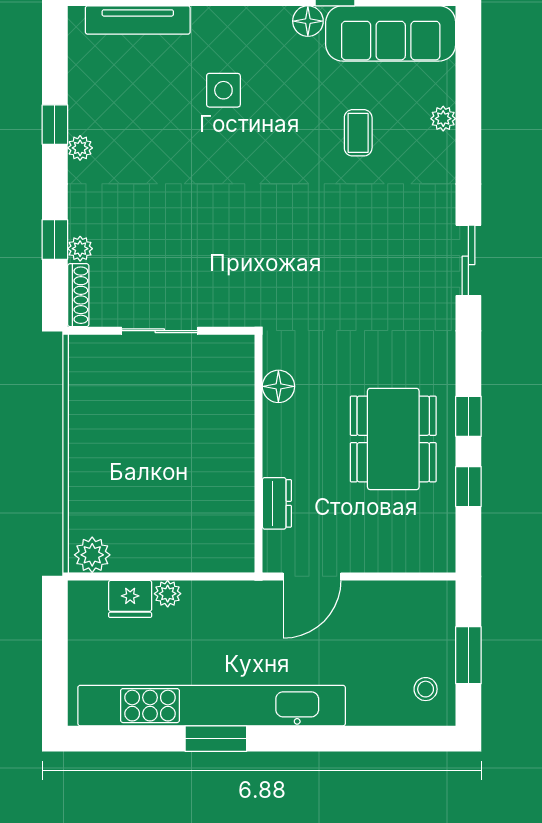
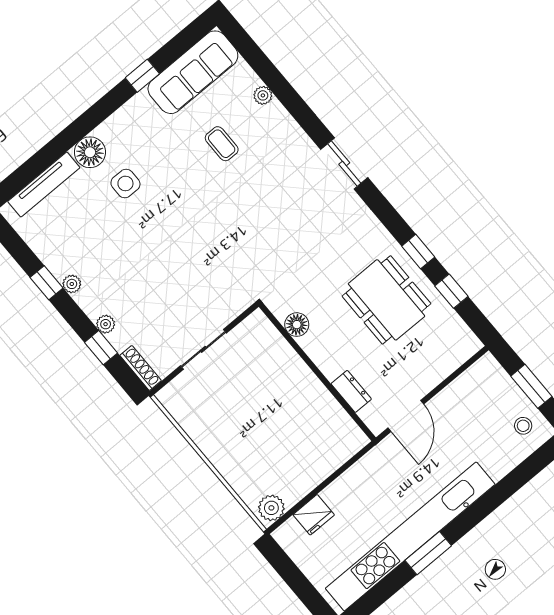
floor lamp: (308, 21) -> (90, 152), moved, width x1.38, depth x1.38
plant: (80, 249) -> (106, 324), moved
plant: (168, 594) -> (332, 494), removed

